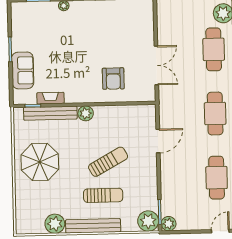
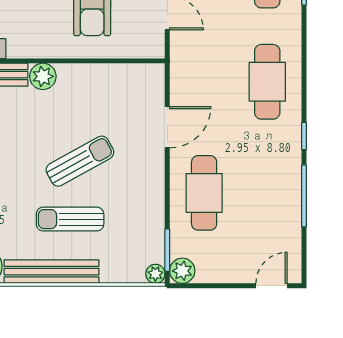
cafe table: (217, 178) -> (204, 193), moved
sun lounger: (103, 195) -> (70, 219), turned 180
plant: (148, 221) -> (155, 274), width x0.53, depth x0.53

